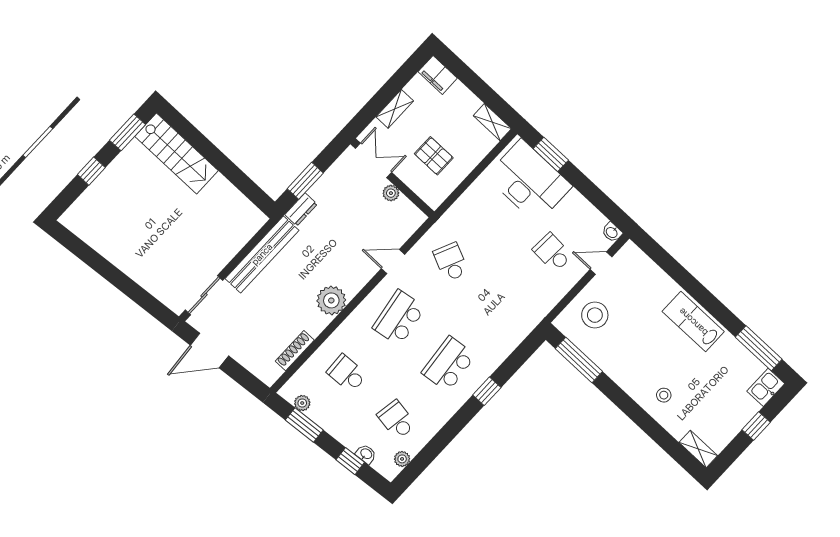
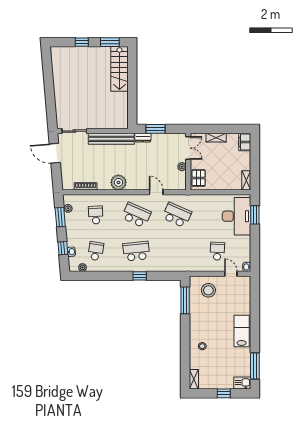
pallet: (434, 156) -> (199, 178), moved
school desk: (451, 262) -> (177, 215), width x1.85
school desk: (399, 318) -> (136, 215), turned 33

